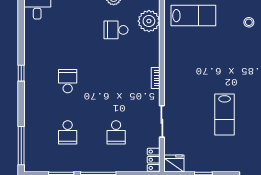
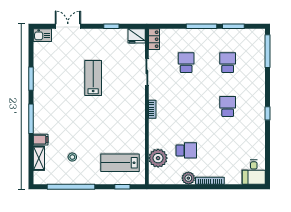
school desk: (68, 81) -> (228, 107), turned 180

